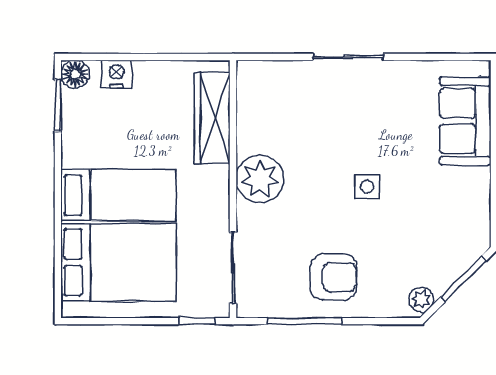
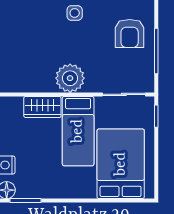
wardrobe: (212, 118) -> (42, 107), width x0.67
bed: (118, 195) -> (78, 131), moved, turned 180
armchair: (334, 277) -> (130, 33), turned 180

